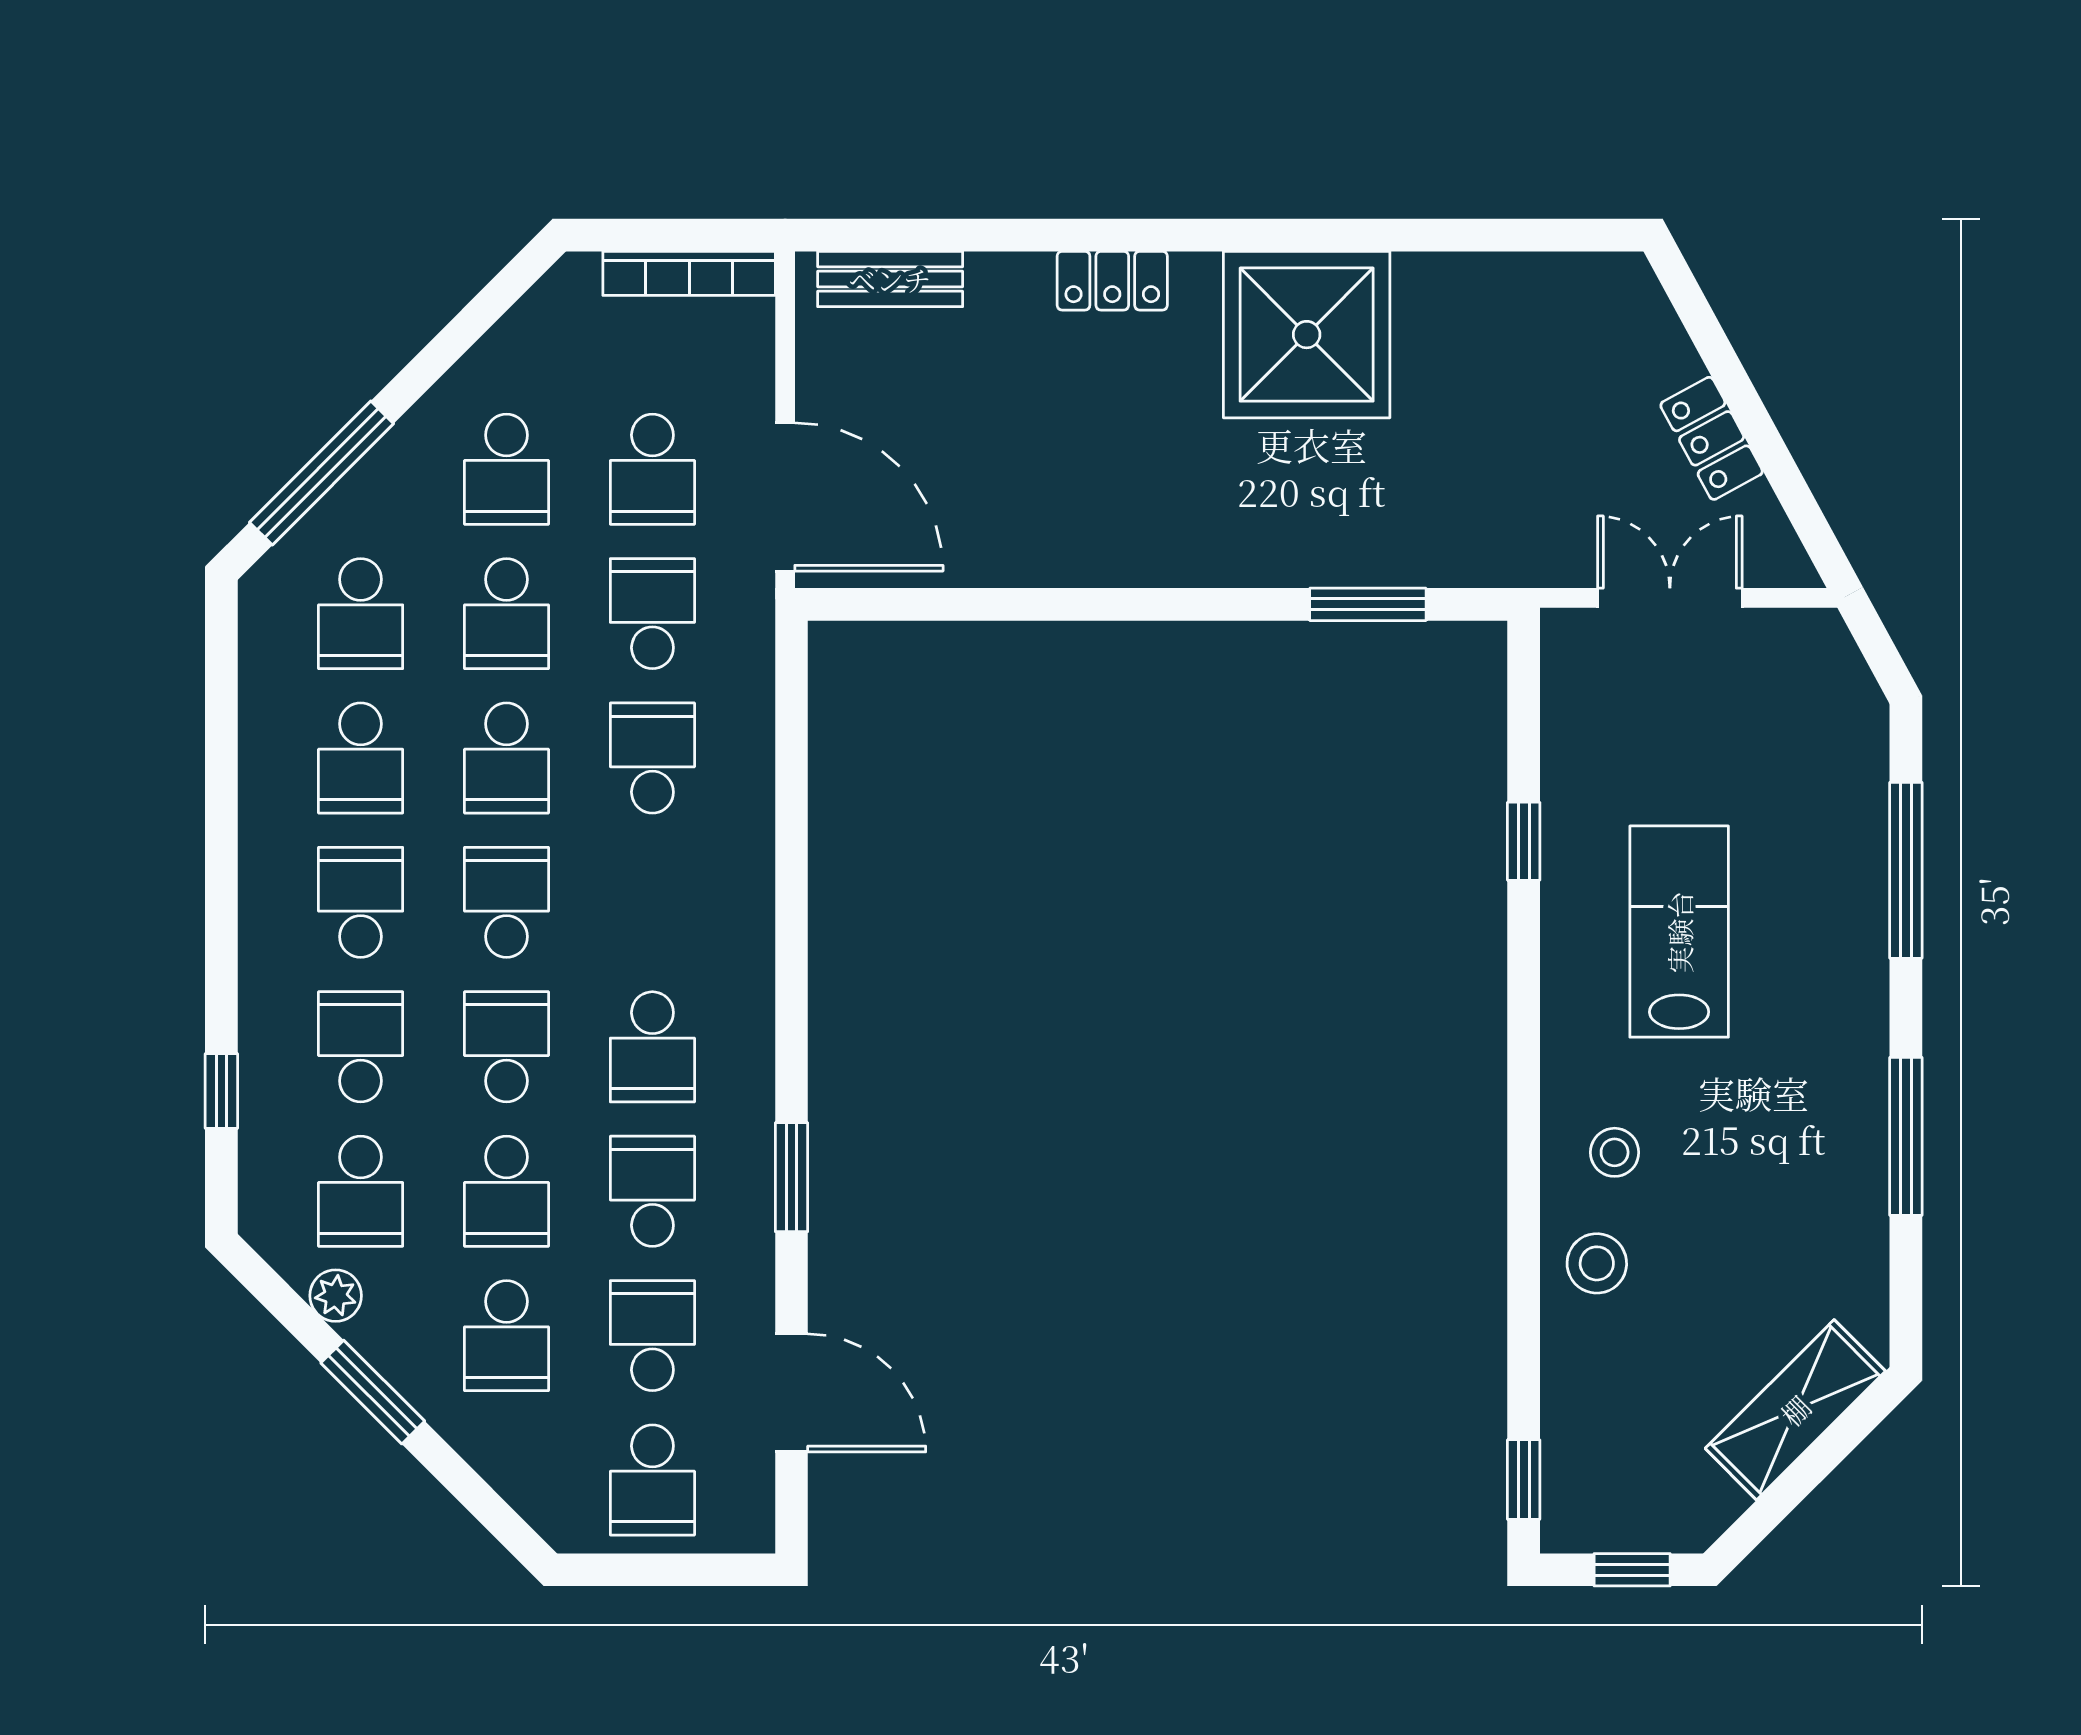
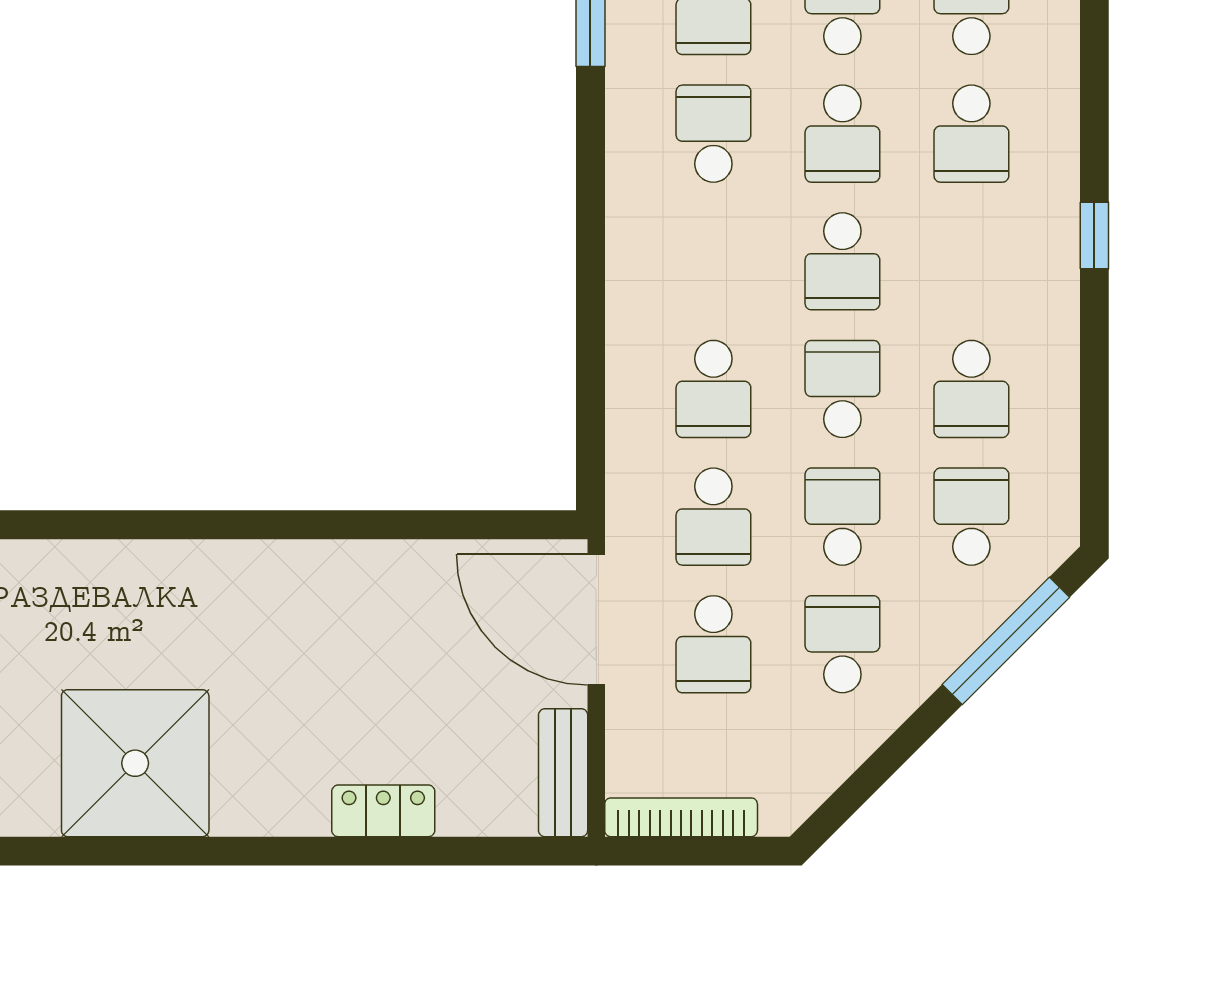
bench: (890, 279) -> (563, 773), moved, turned 90
locker: (1112, 281) -> (383, 811), moved
school desk: (652, 469) -> (713, 644), turned 180
window: (1368, 604) -> (81, 525), removed
school desk: (361, 758) -> (971, 389), turned 180
school desk: (361, 902) -> (971, 261), removed
window: (221, 1091) -> (1094, 235), moved

